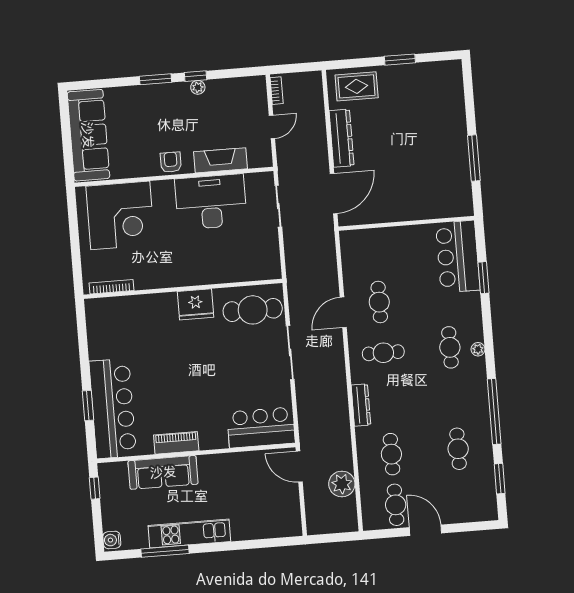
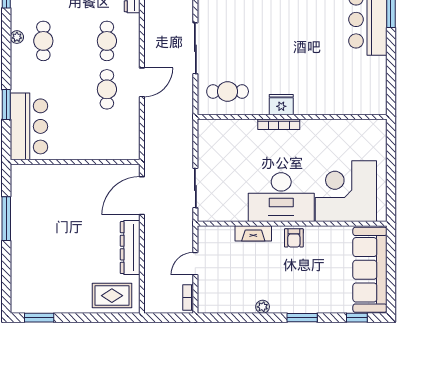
window: (400, 60) -> (39, 318), moved
window: (195, 76) -> (357, 318), moved
fireplace: (220, 160) -> (253, 233), width x0.73, depth x0.76
desk: (211, 202) -> (281, 197), moved
bookcase: (111, 287) -> (279, 124), moved
fridge: (196, 304) -> (281, 105), width x0.73, depth x0.75
cafe table: (253, 310) -> (228, 91), width x0.73, depth x0.74
cafe table: (383, 353) -> (107, 41), turned 90

